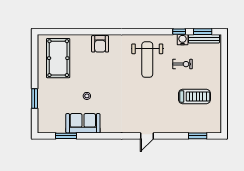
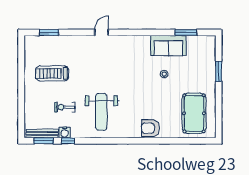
armchair: (100, 44) -> (150, 128), turned -90
weight bench: (147, 60) -> (101, 112), turned 180

